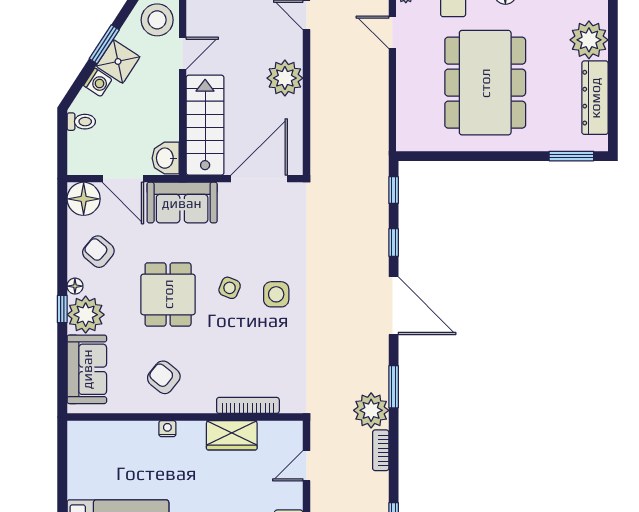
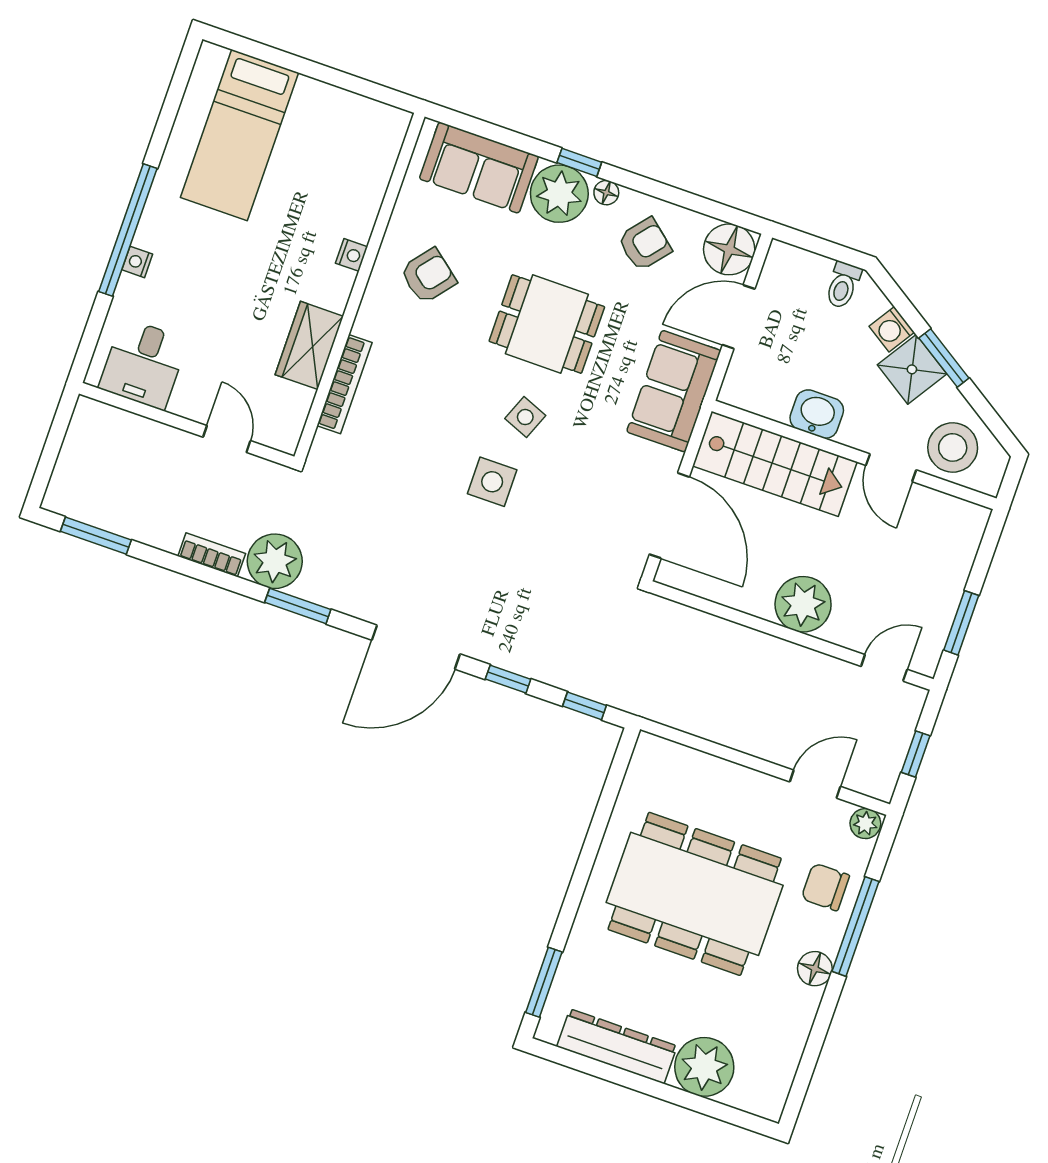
washbasin: (166, 158) -> (817, 414), moved

